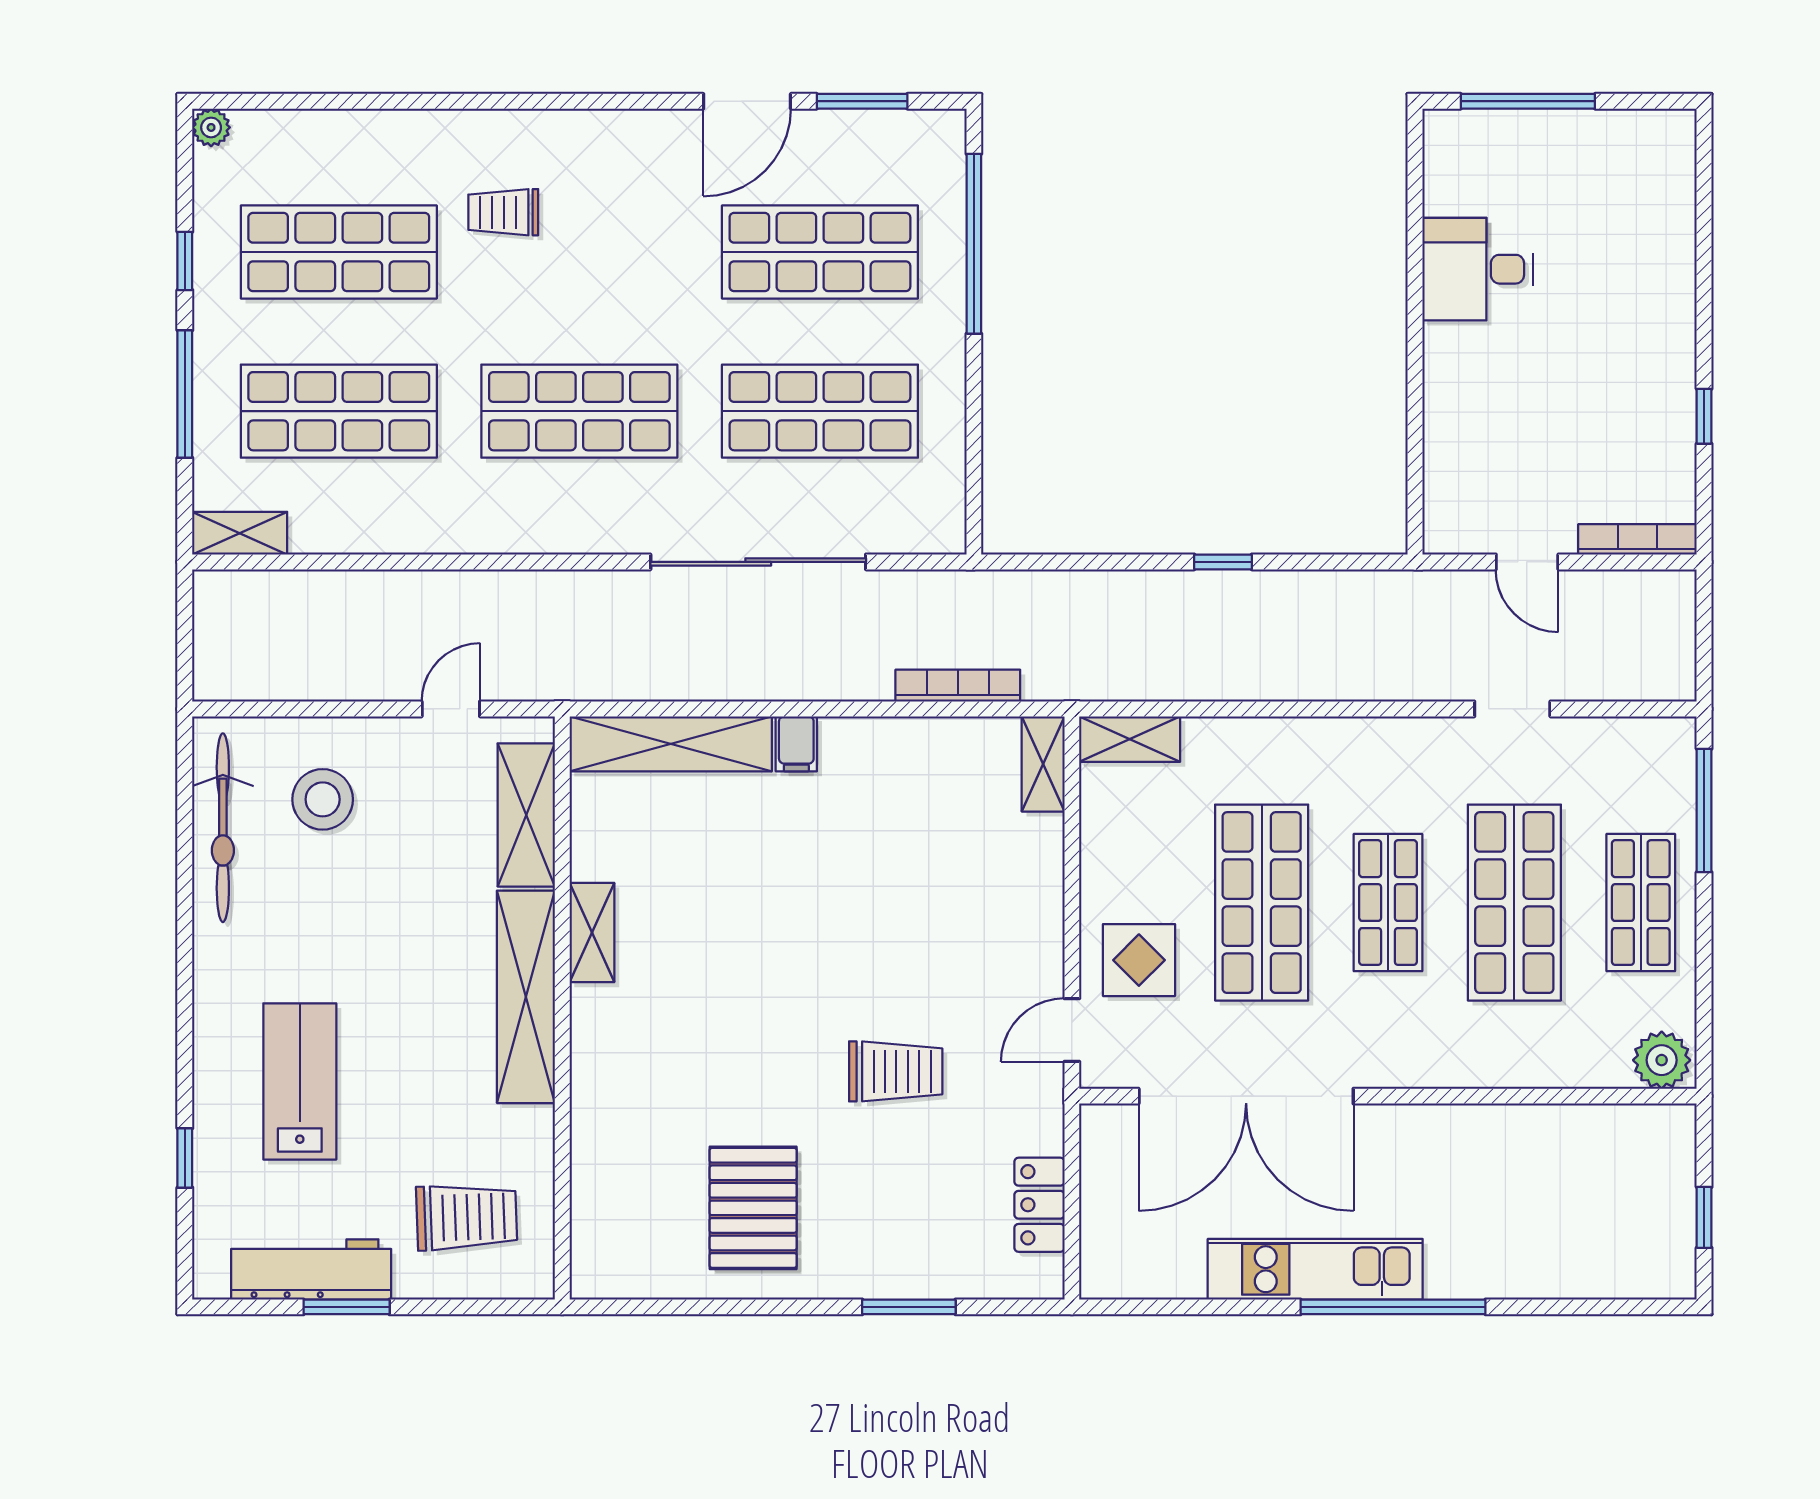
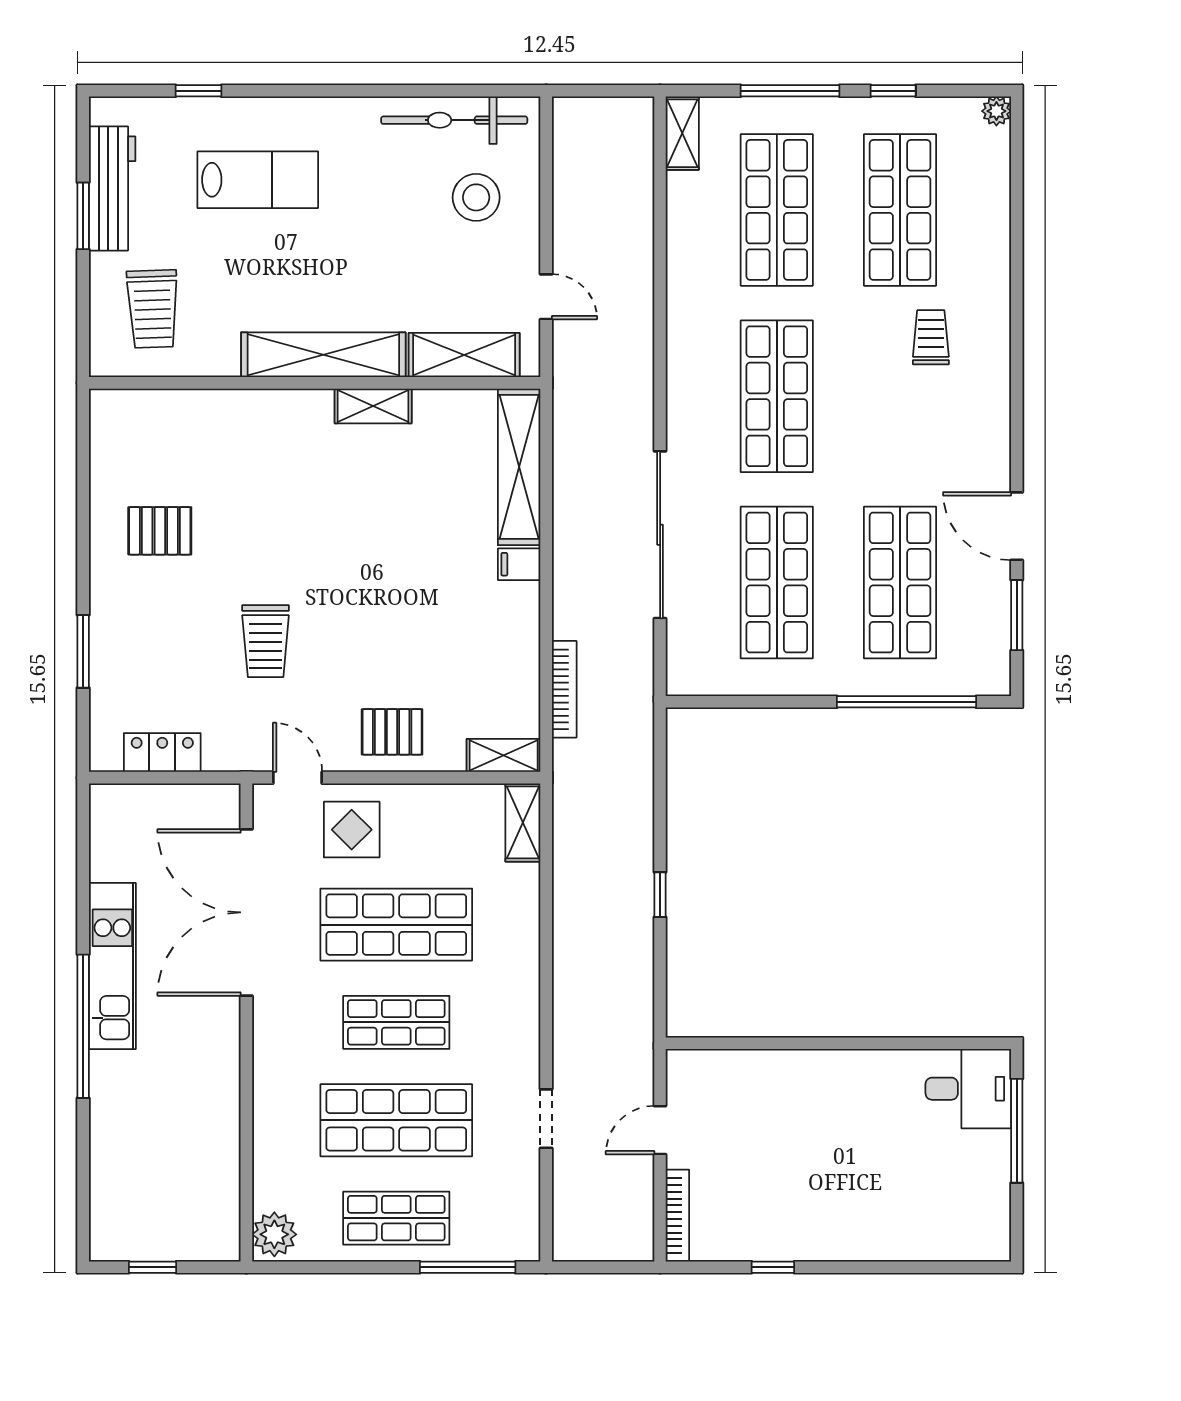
desk: (1478, 269) -> (968, 1089), moved, turned 90
pallet: (1013, 908) -> (392, 732), added
pallet: (753, 1208) -> (160, 531), width x0.67, depth x0.71

